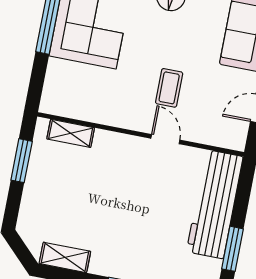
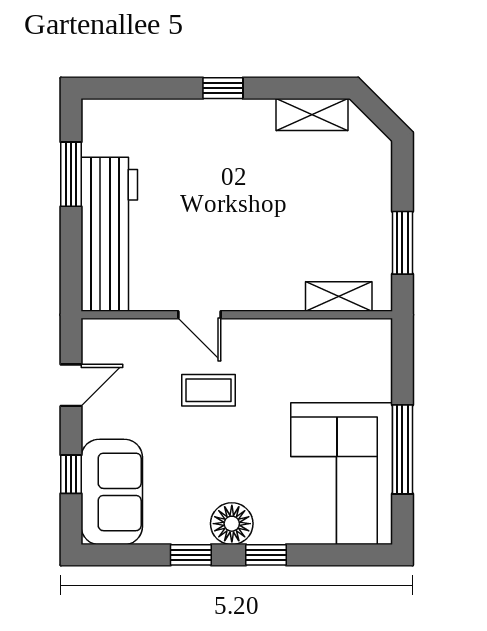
coffee table: (169, 88) -> (209, 390), turned 90

